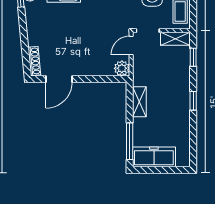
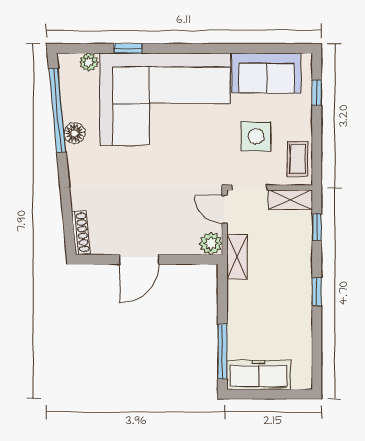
door: (131, 45) -> (225, 209), hinge flipped
door: (59, 79) -> (139, 259), moved
shelving: (139, 102) -> (237, 257), moved

